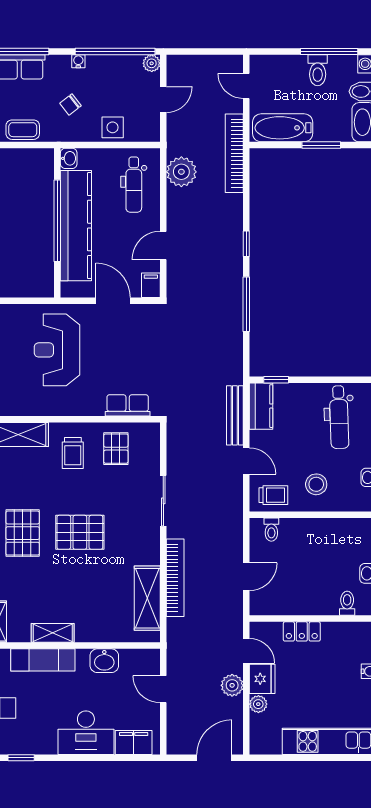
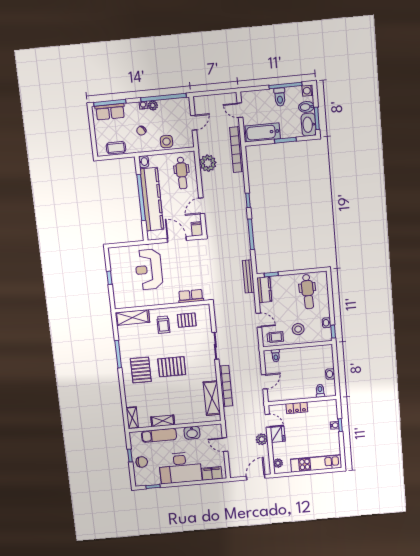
plant: (152, 63) -> (153, 105), moved
bench: (235, 415) -> (248, 276), moved
pallet: (116, 449) -> (187, 320), turned 90
plant: (258, 704) -> (278, 463), moved
desk: (86, 733) -> (180, 468), width x1.36, depth x1.30

